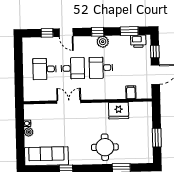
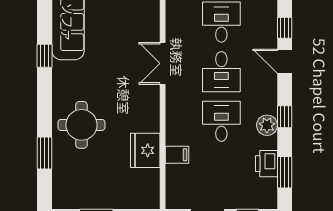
door: (66, 32) -> (285, 61), hinge flipped
printer: (138, 41) -> (266, 164), moved
filing cabinet: (131, 92) -> (177, 155), moved
double door: (69, 102) -> (163, 63), swing flipped

